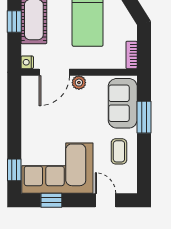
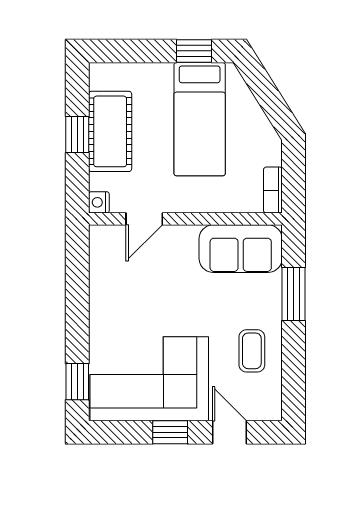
door: (54, 72) -> (144, 219), width x0.73
plant: (79, 83) -> (185, 236), removed
sofa: (123, 103) -> (241, 249), moved, turned -90
window: (51, 200) -> (170, 432), moved

